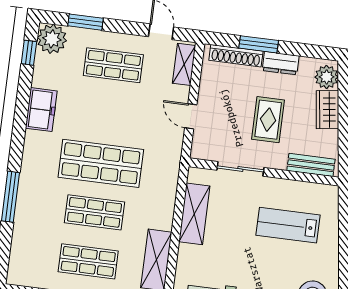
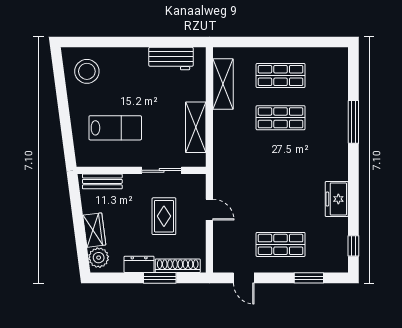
plant: (52, 39) -> (335, 260), removed
shelving: (184, 64) -> (221, 253), removed
rug: (268, 120) -> (164, 216), moved
shop shelf: (101, 163) -> (281, 160), removed

